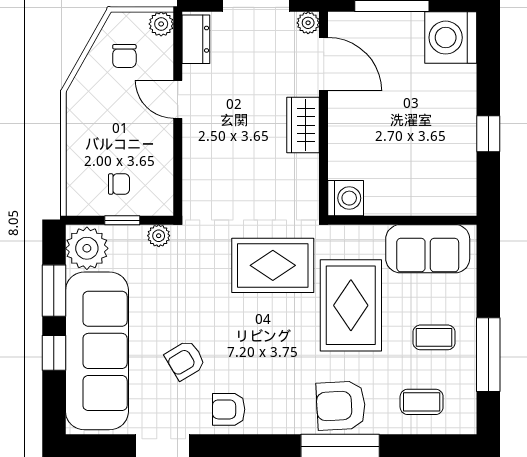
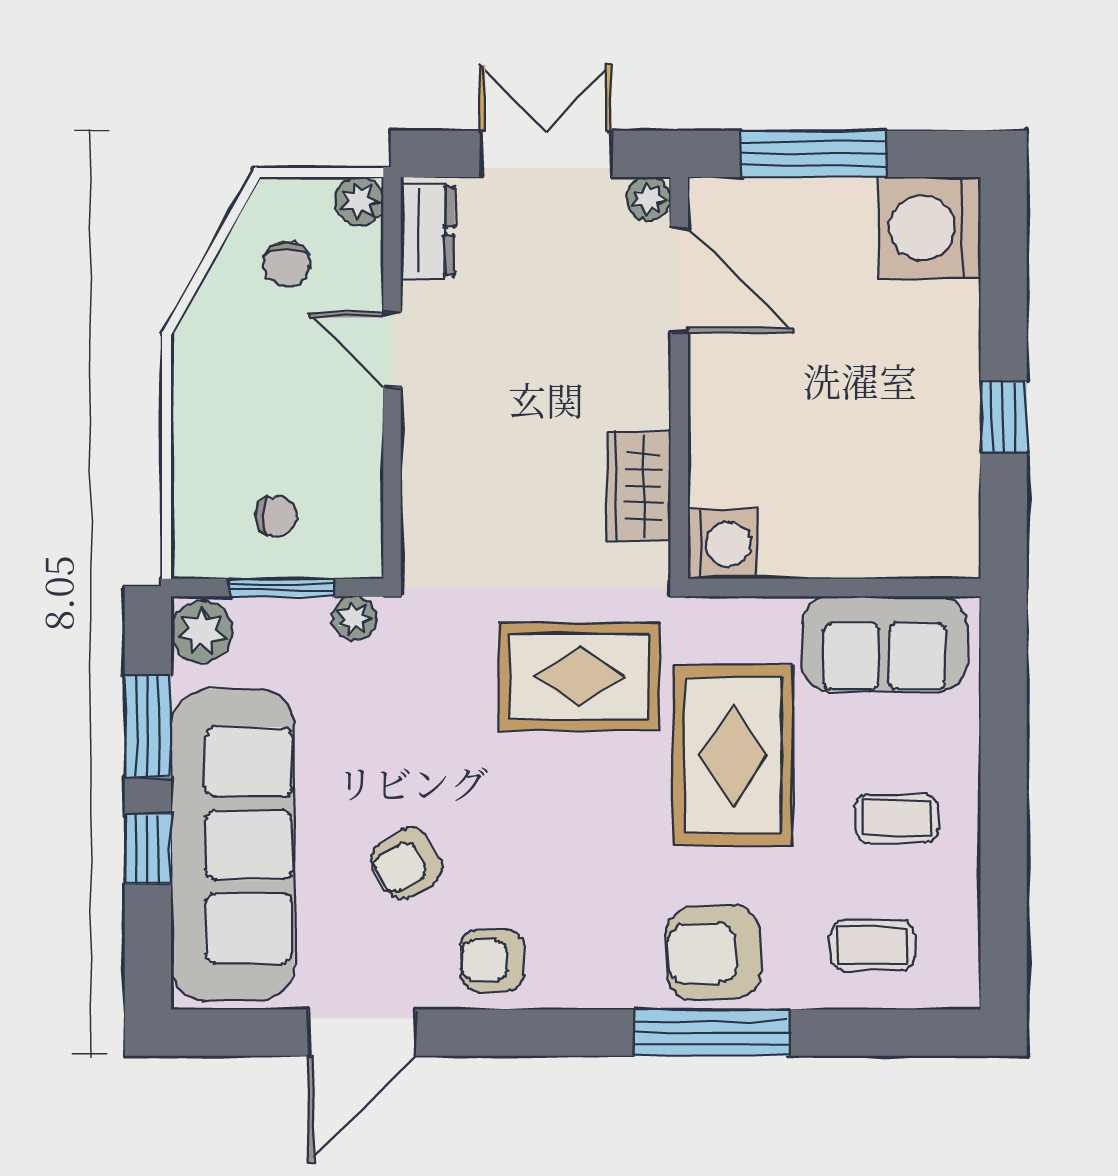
wardrobe: (303, 125) -> (639, 486), moved
window: (122, 220) -> (282, 587), width x1.50
plant: (87, 248) -> (202, 632), width x0.73, depth x0.73
window: (488, 355) -> (1004, 852), removed

